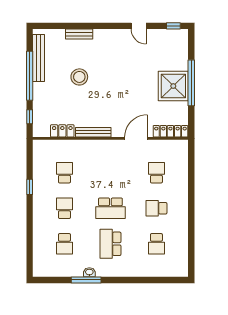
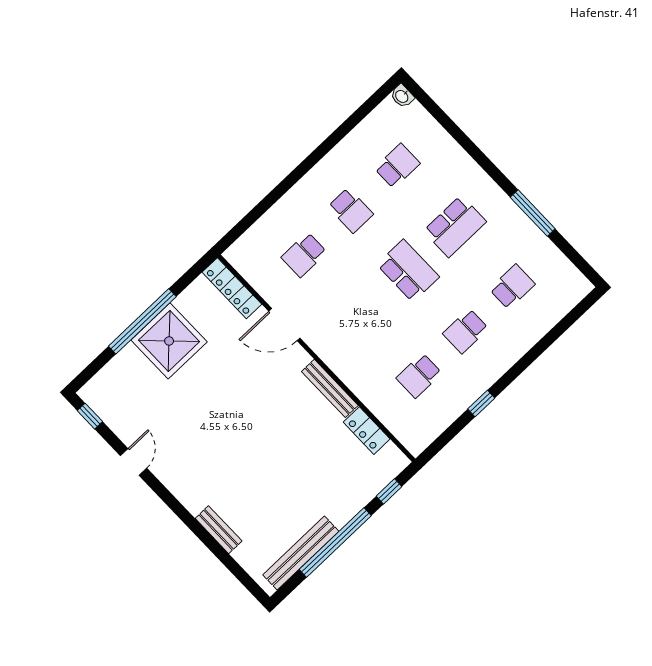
stool: (79, 77) -> (275, 476), removed
washbasin: (89, 272) -> (402, 96), moved

